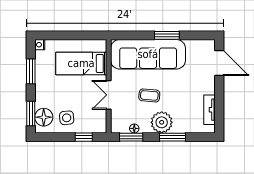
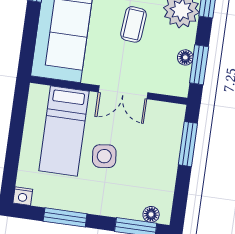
floor lamp: (44, 117) -> (151, 214), width x0.53, depth x0.53
side table: (67, 118) -> (104, 156), moved
window: (84, 137) -> (188, 144), width x1.50

